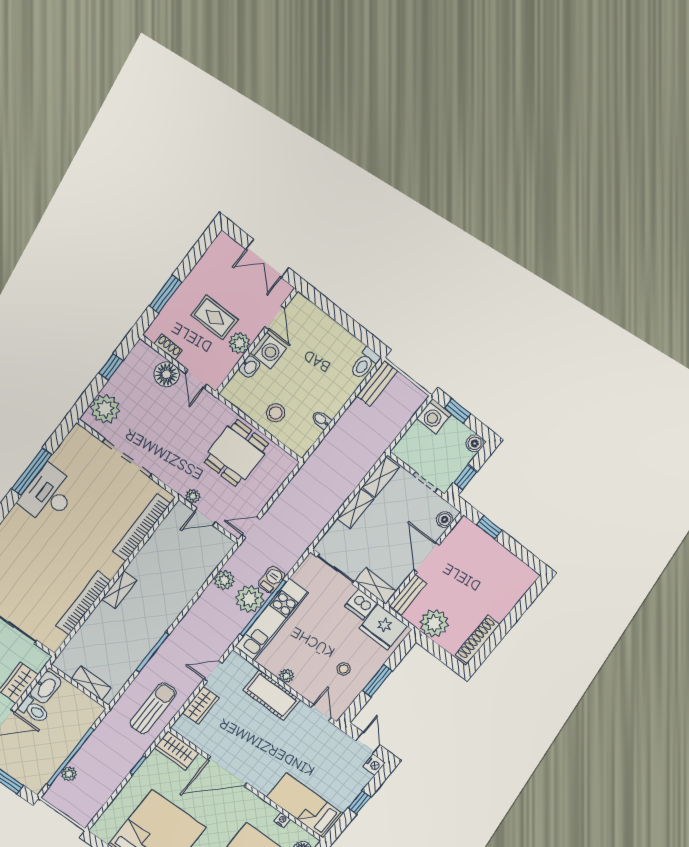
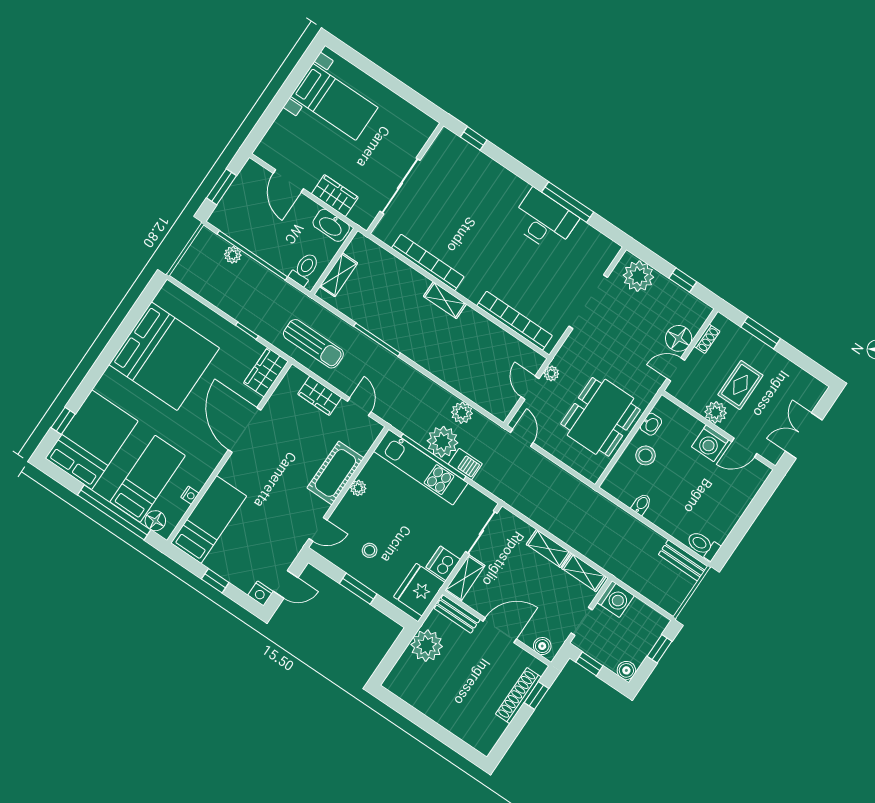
washbasin: (249, 367) -> (651, 424), moved, turned -90
washing machine: (434, 416) -> (616, 599), moved, turned 180
dining table: (236, 453) -> (600, 417), width x1.38
shoe rack: (478, 639) -> (518, 696), moved, turned -90
toilet: (34, 710) -> (305, 269), moved, turned 180

